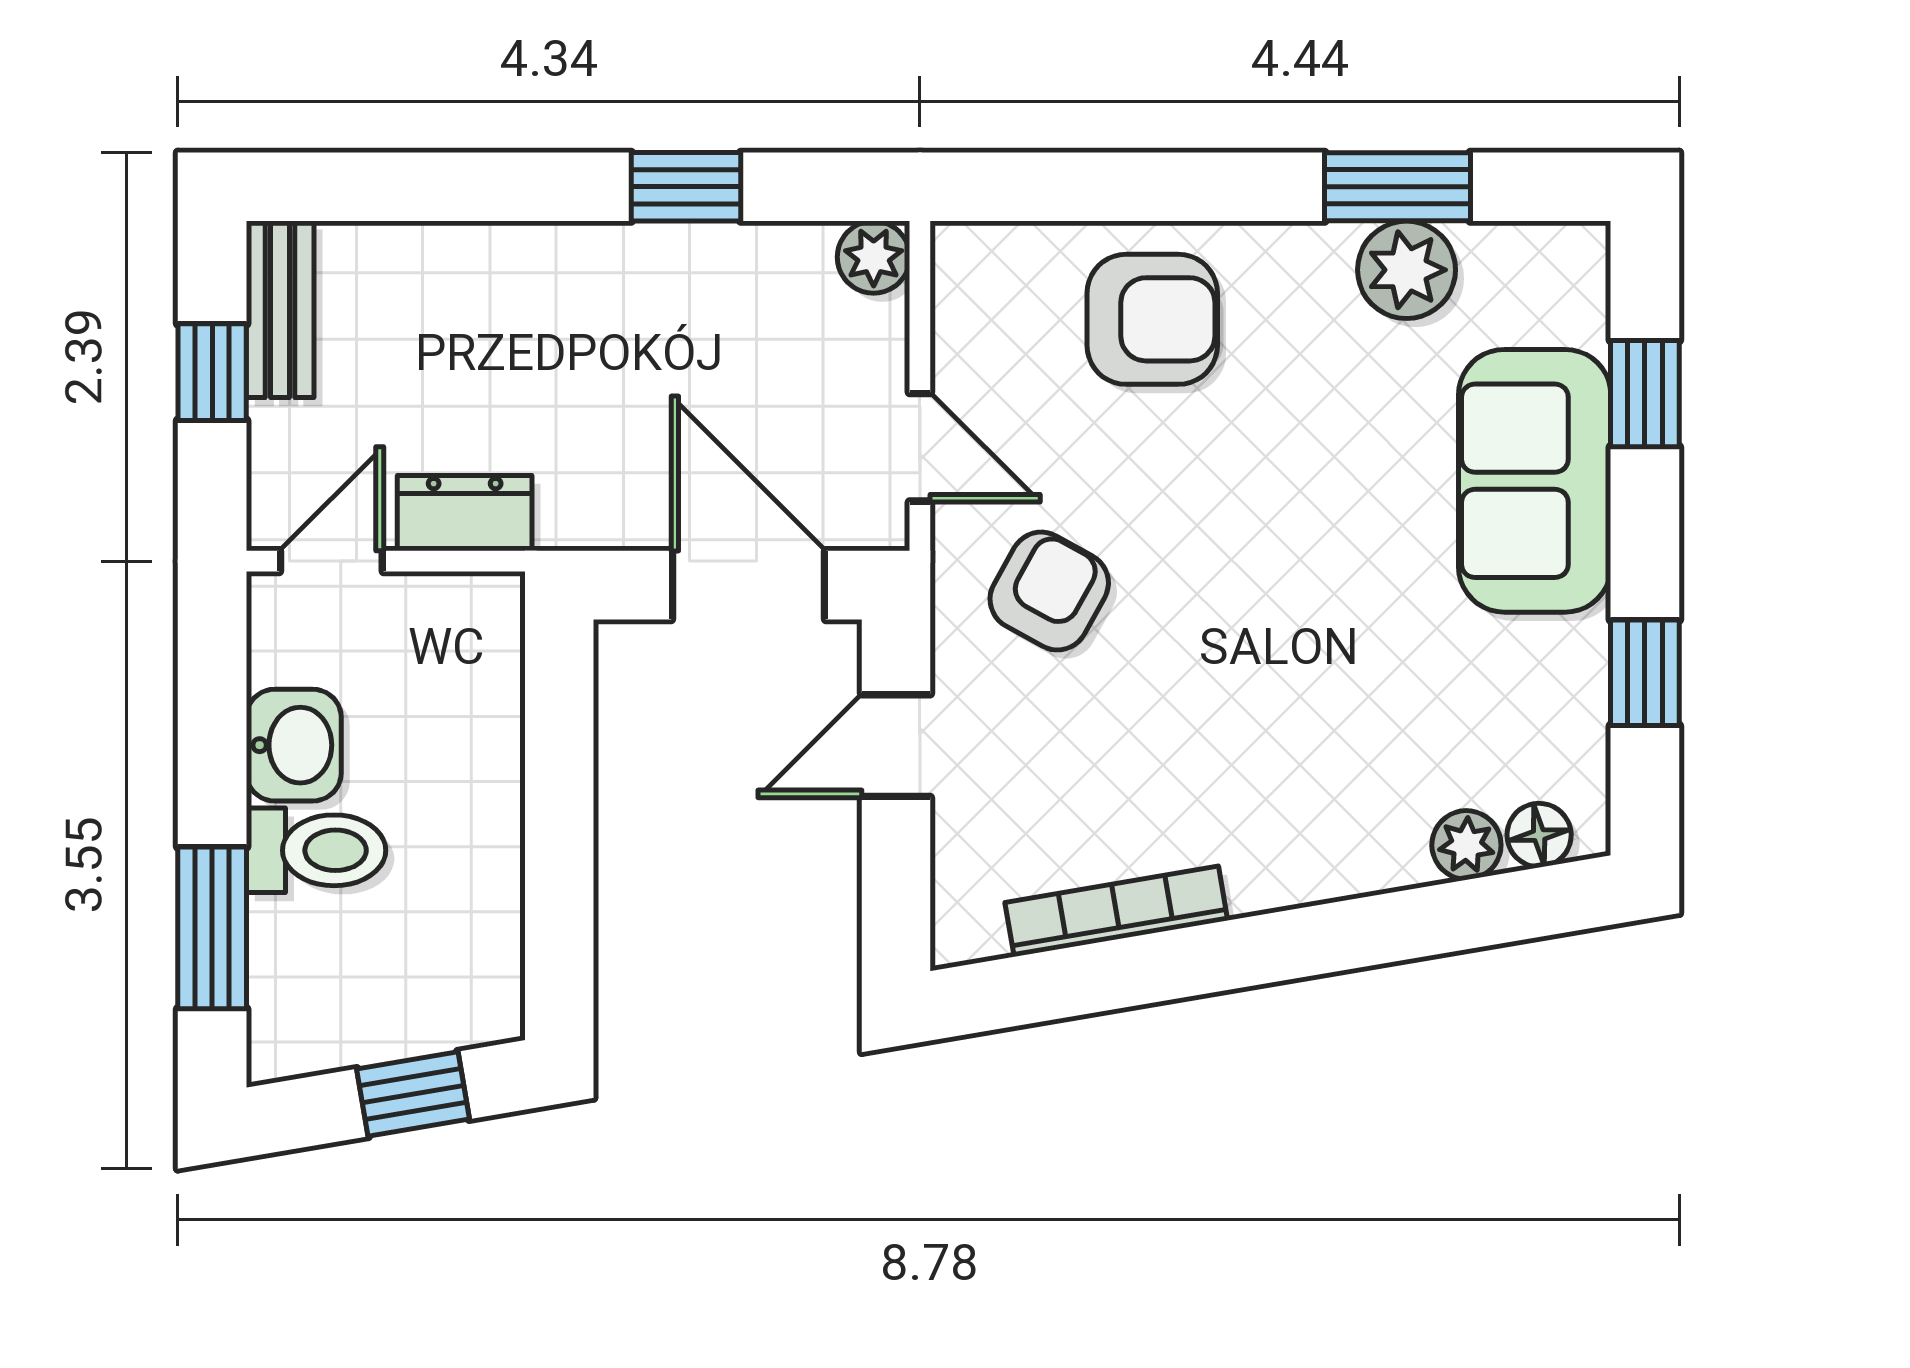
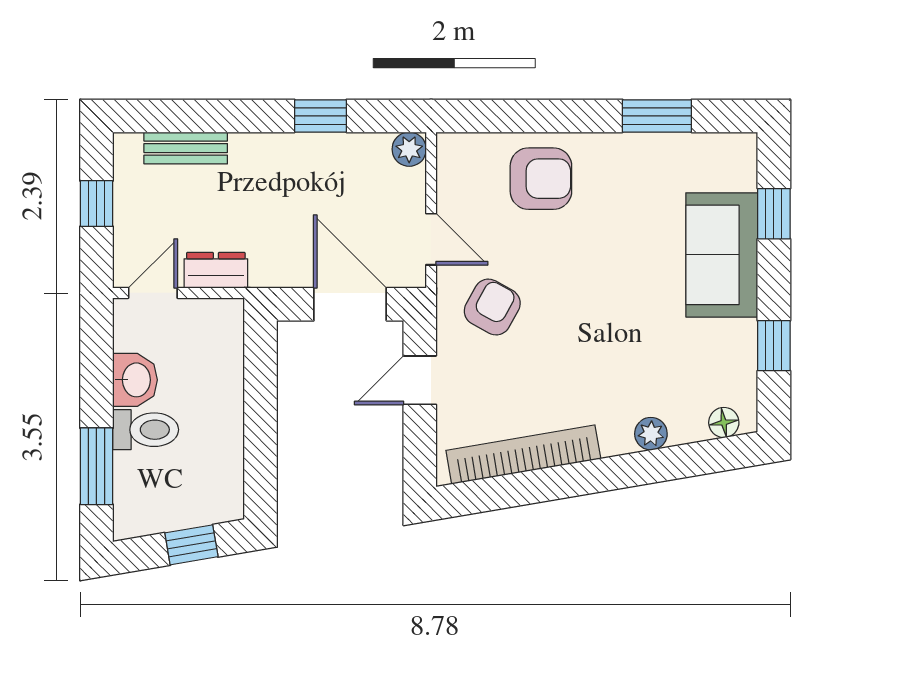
plant: (1407, 270) -> (661, 155), removed
bench: (280, 309) -> (186, 148), moved, turned 90
plant: (1466, 845) -> (651, 434), moved
bookcase: (1116, 911) -> (523, 455), width x1.48, depth x1.31

